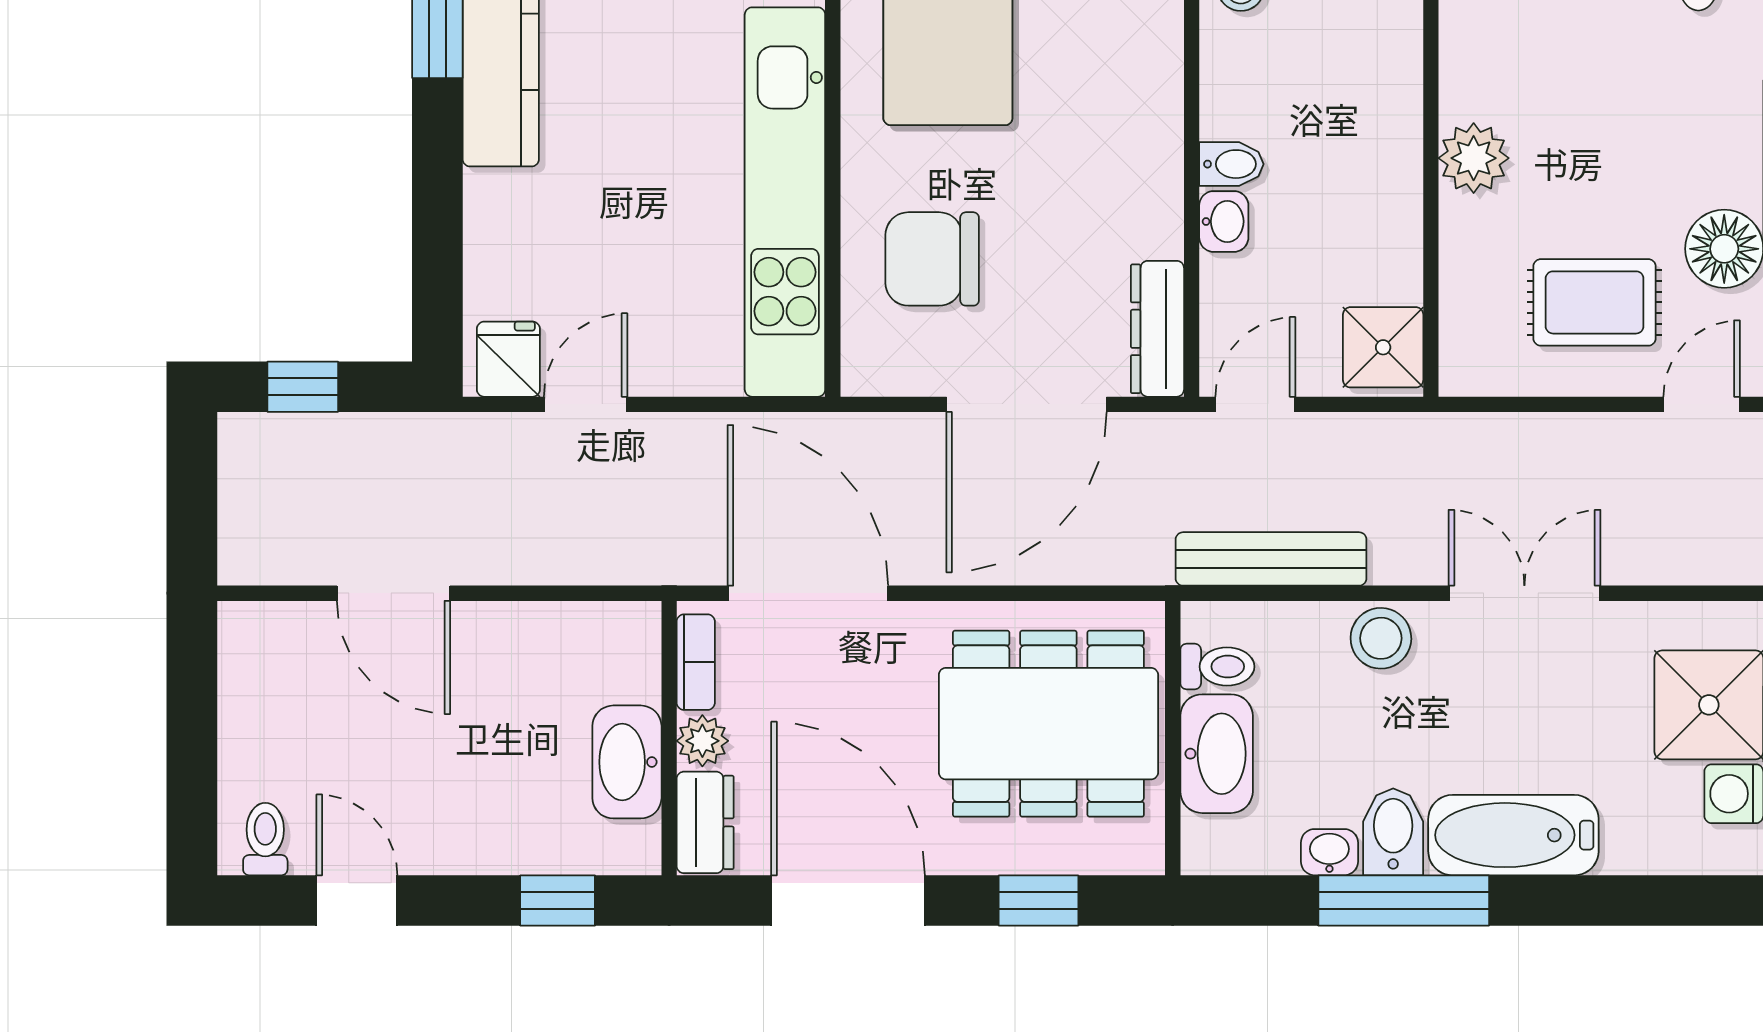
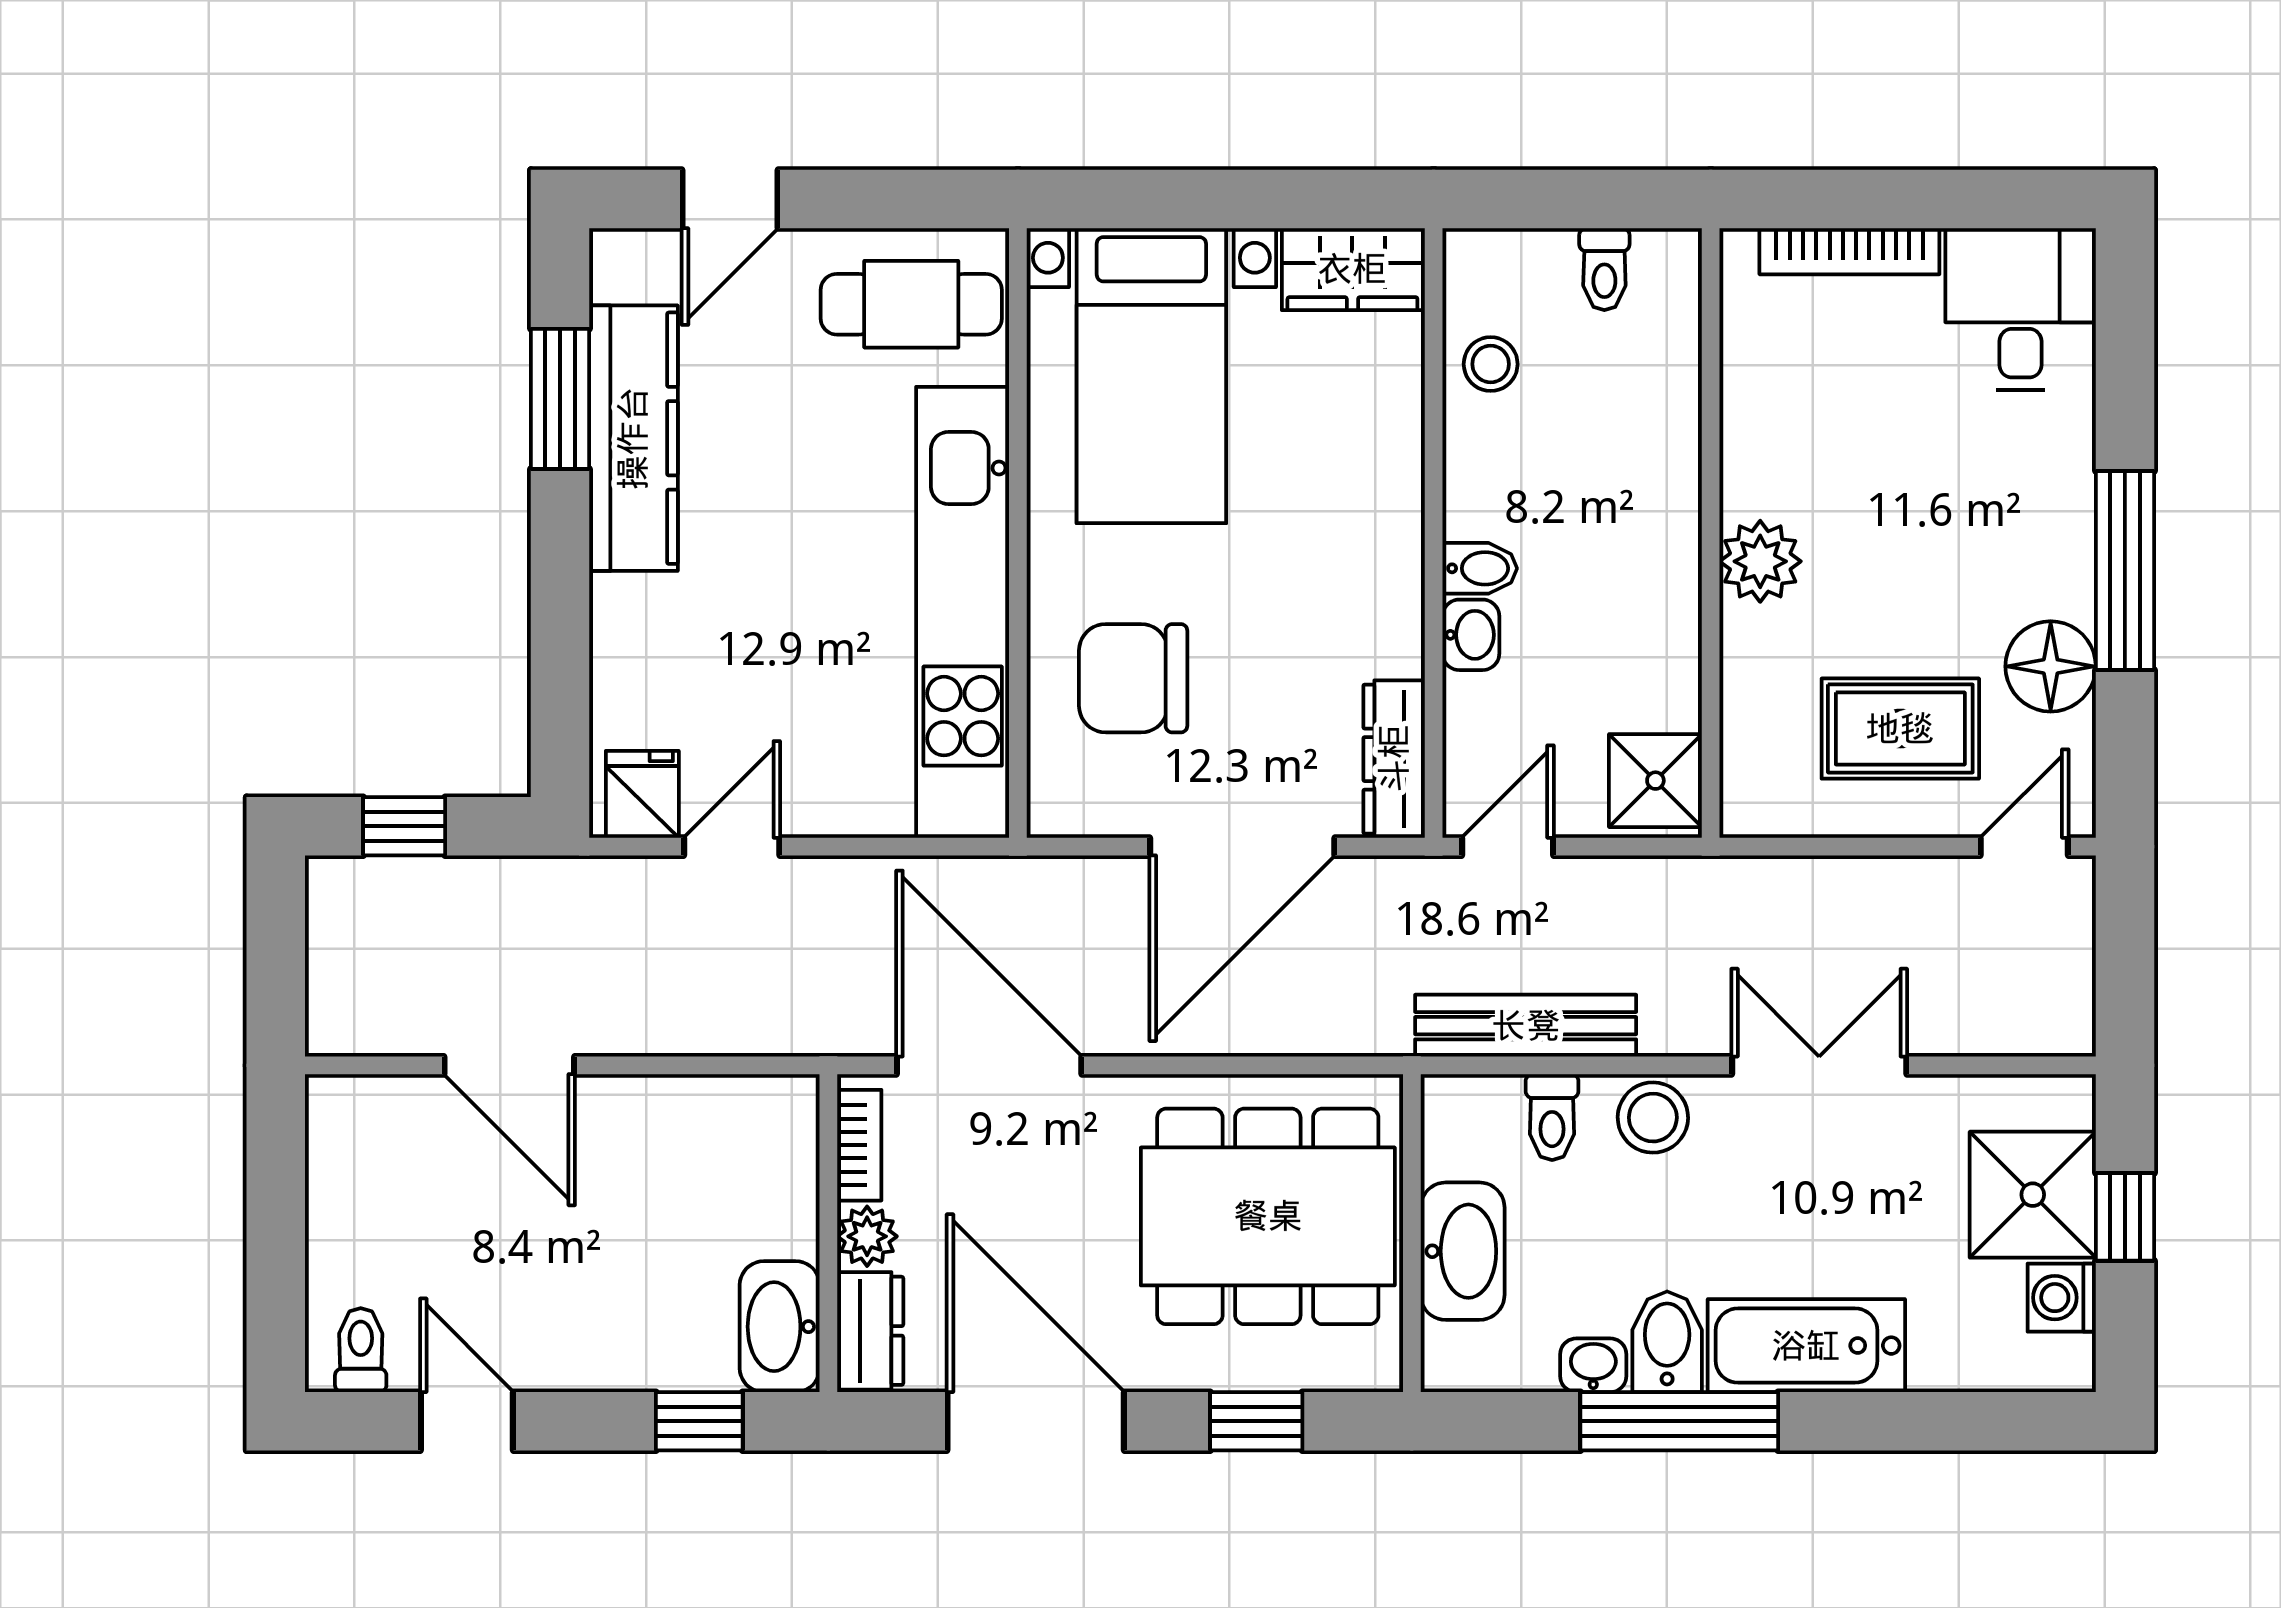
toilet: (1217, 667) -> (1552, 1117), moved, turned 90
washbasin: (627, 762) -> (780, 1327), moved

